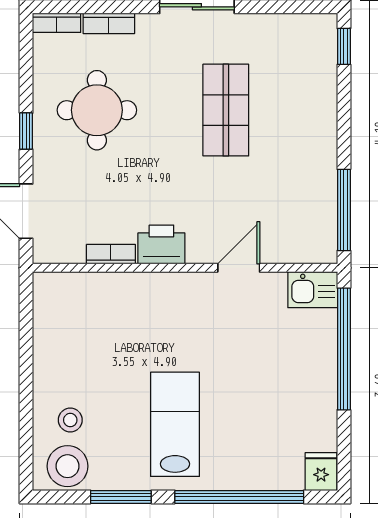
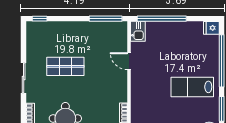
printer: (161, 245) -> (120, 92), removed

